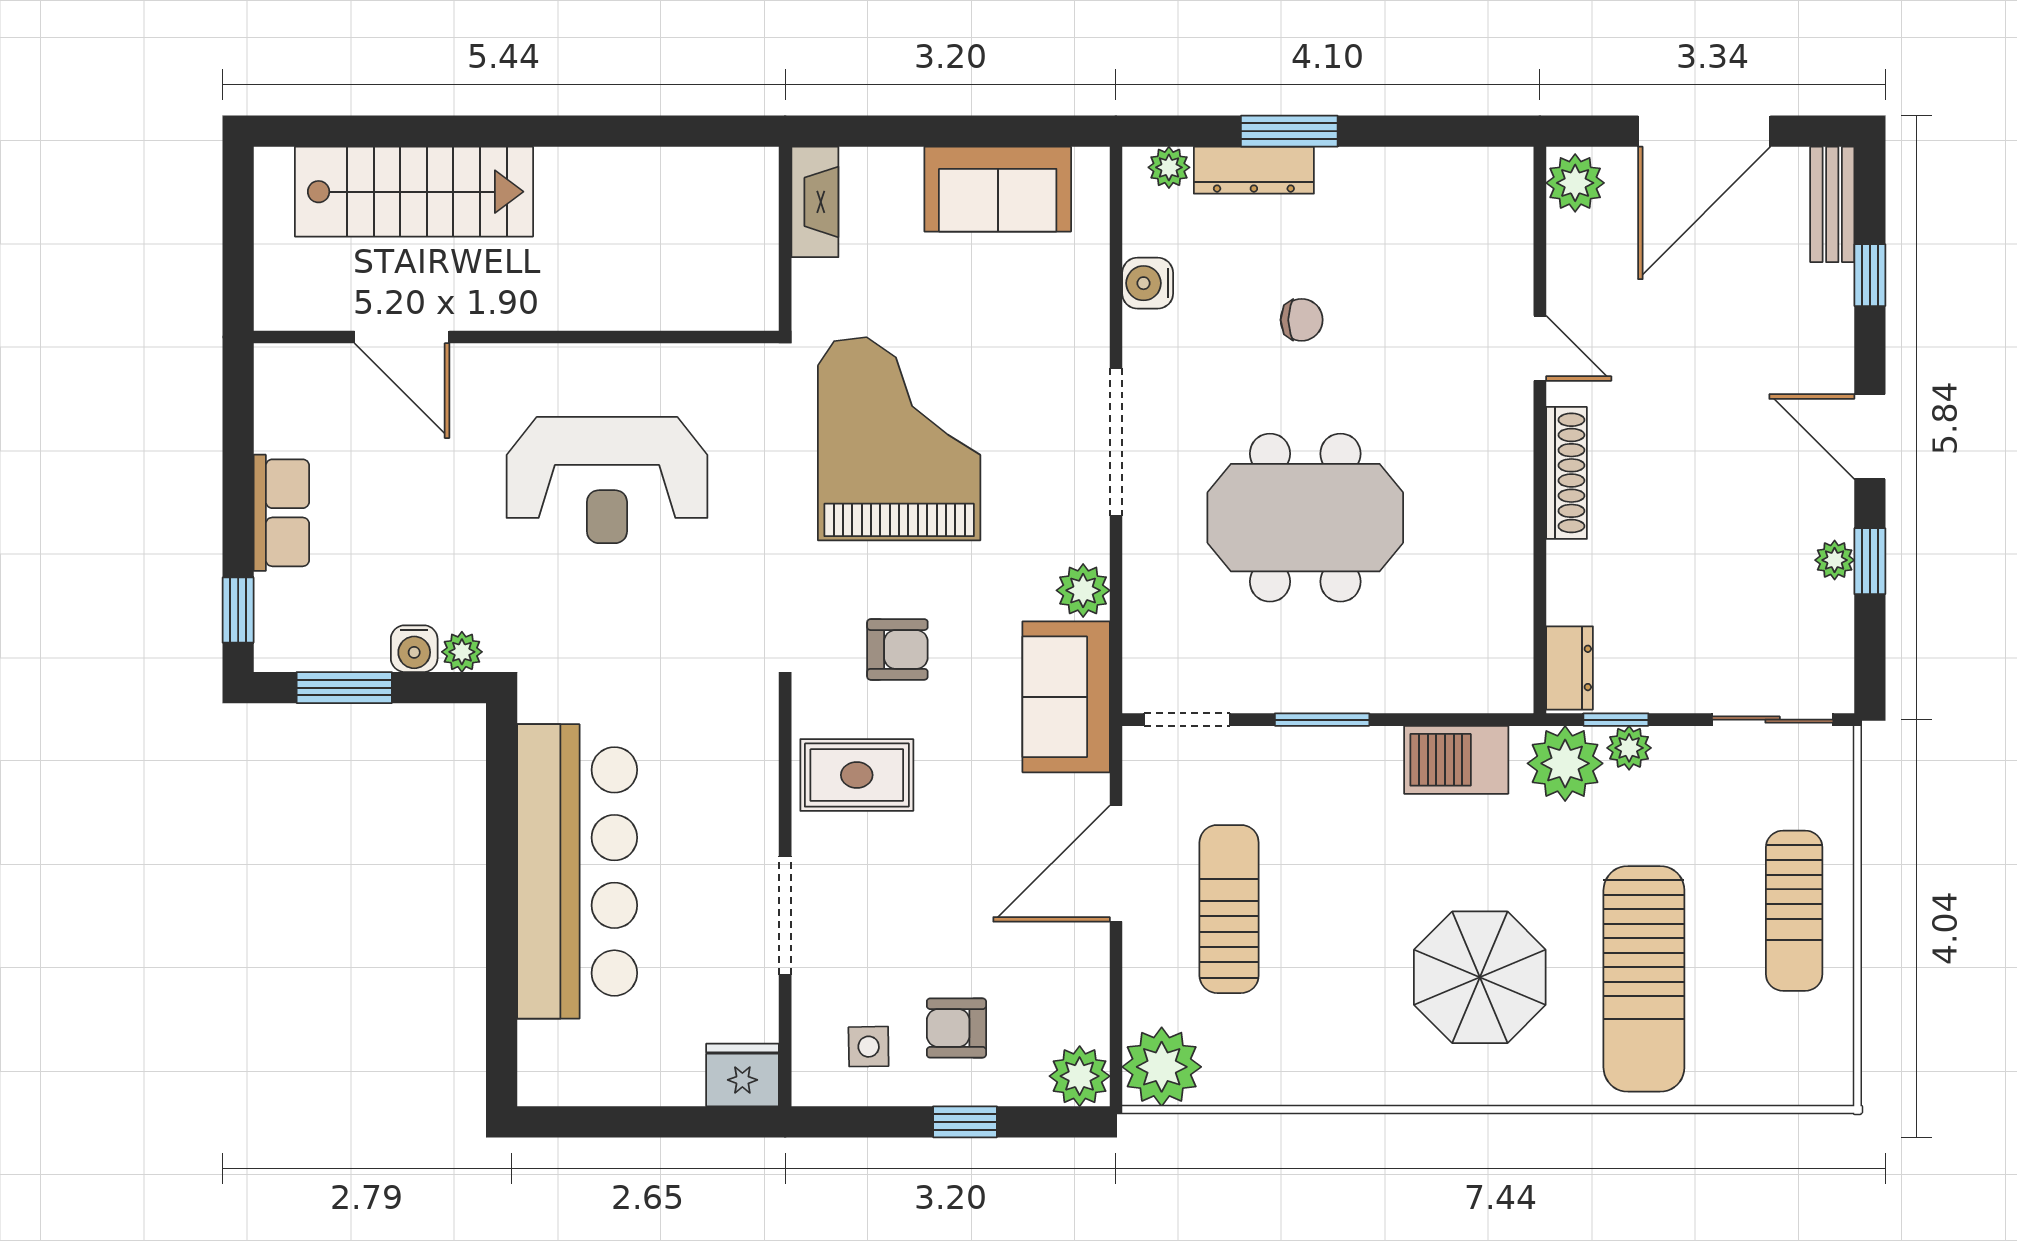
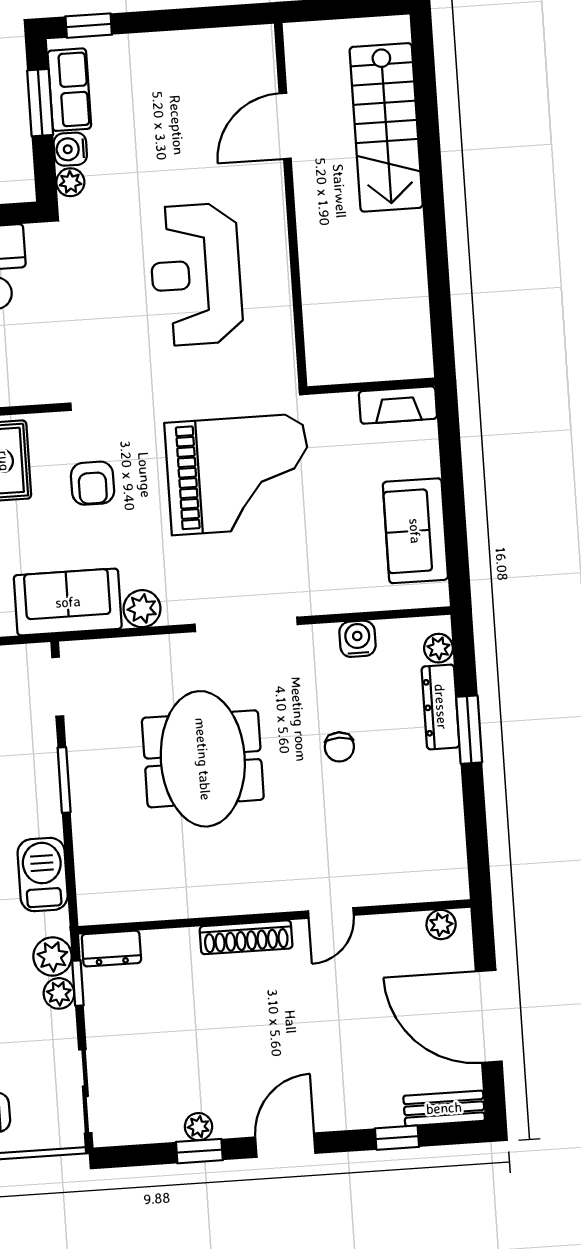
plant: (1575, 183) -> (441, 924), width x0.73, depth x0.73
row of seats: (281, 513) -> (69, 90), moved, turned -90
plant: (1565, 763) -> (53, 956), width x0.73, depth x0.73

